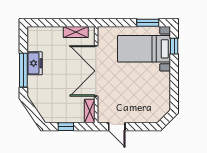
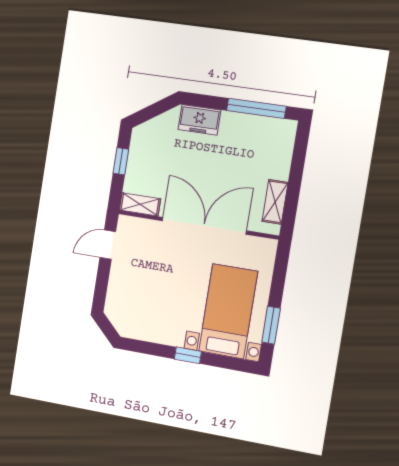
window: (174, 46) -> (188, 355), moved
freezer: (35, 63) -> (199, 120), moved
window: (23, 70) -> (256, 108), moved

